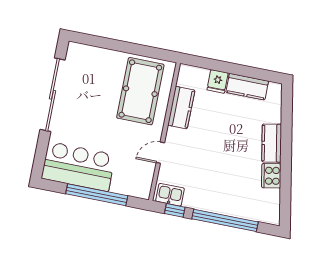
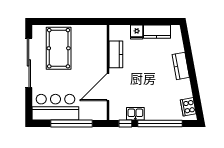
pool table: (140, 91) -> (59, 48), moved
door: (160, 153) -> (108, 87), width x1.87
cooker: (271, 176) -> (188, 107), moved
kitchen sink: (170, 195) -> (135, 114), moved

